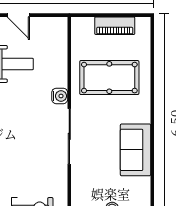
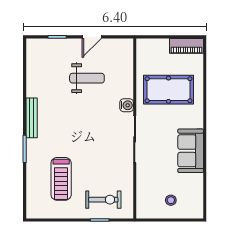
door: (18, 15) -> (92, 37), hinge flipped
piano: (115, 26) -> (187, 46), moved

